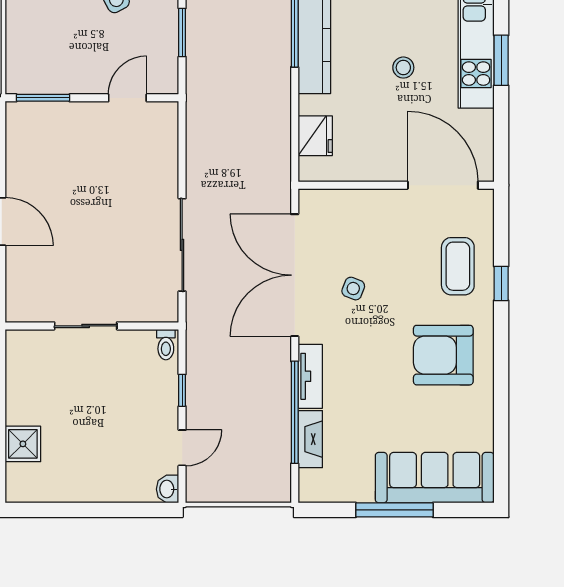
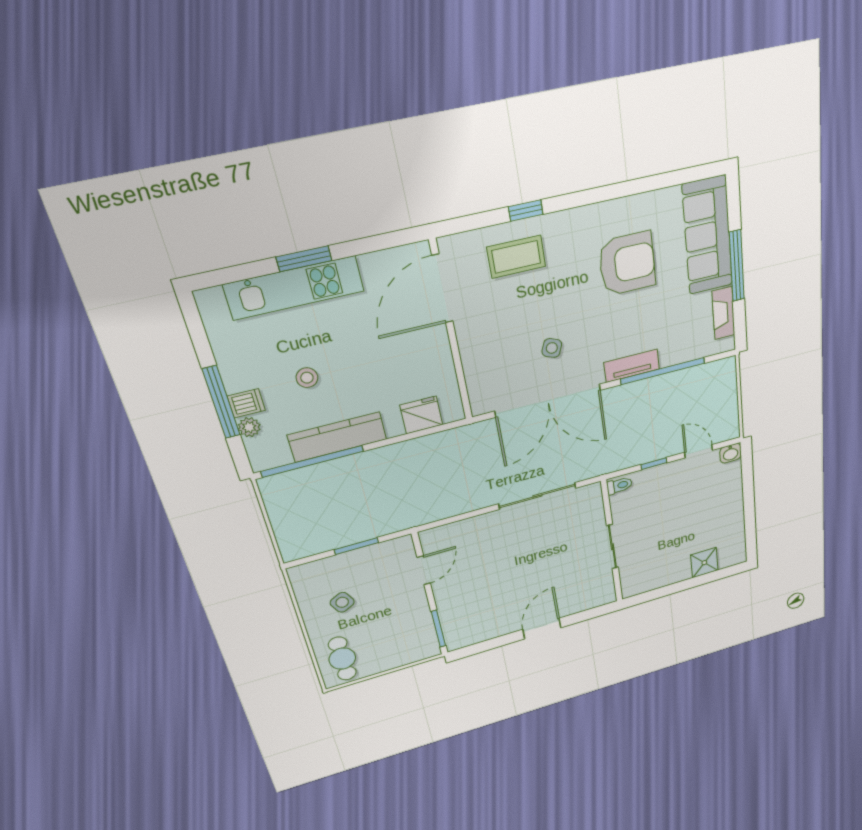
stool: (403, 68) -> (307, 378), moved
door: (127, 98) -> (424, 570), swing flipped
armchair: (443, 355) -> (627, 264), moved, turned -90
fireplace: (310, 439) -> (723, 313), moved, turned -90

